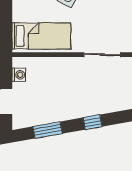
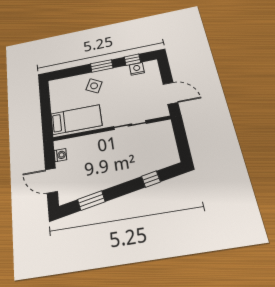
window: (93, 122) -> (151, 179), moved

